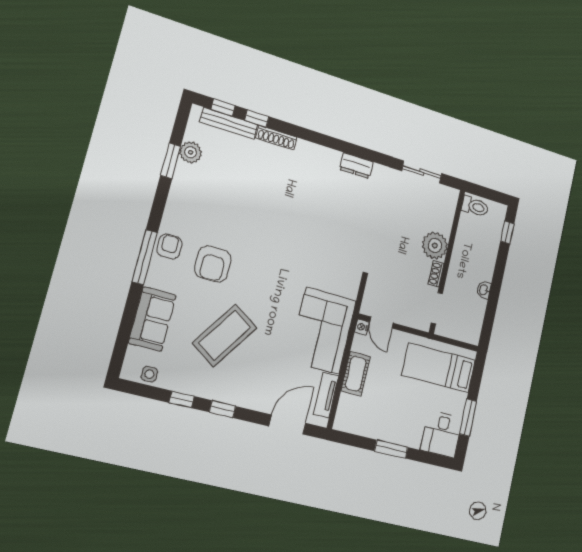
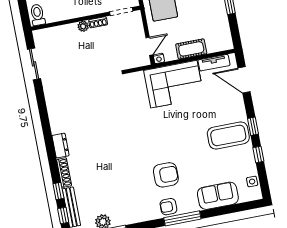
dresser: (356, 166) -> (61, 146), moved
plant: (435, 246) -> (83, 26), width x0.53, depth x0.53
coffee table: (225, 335) -> (228, 135), moved, turned -34

